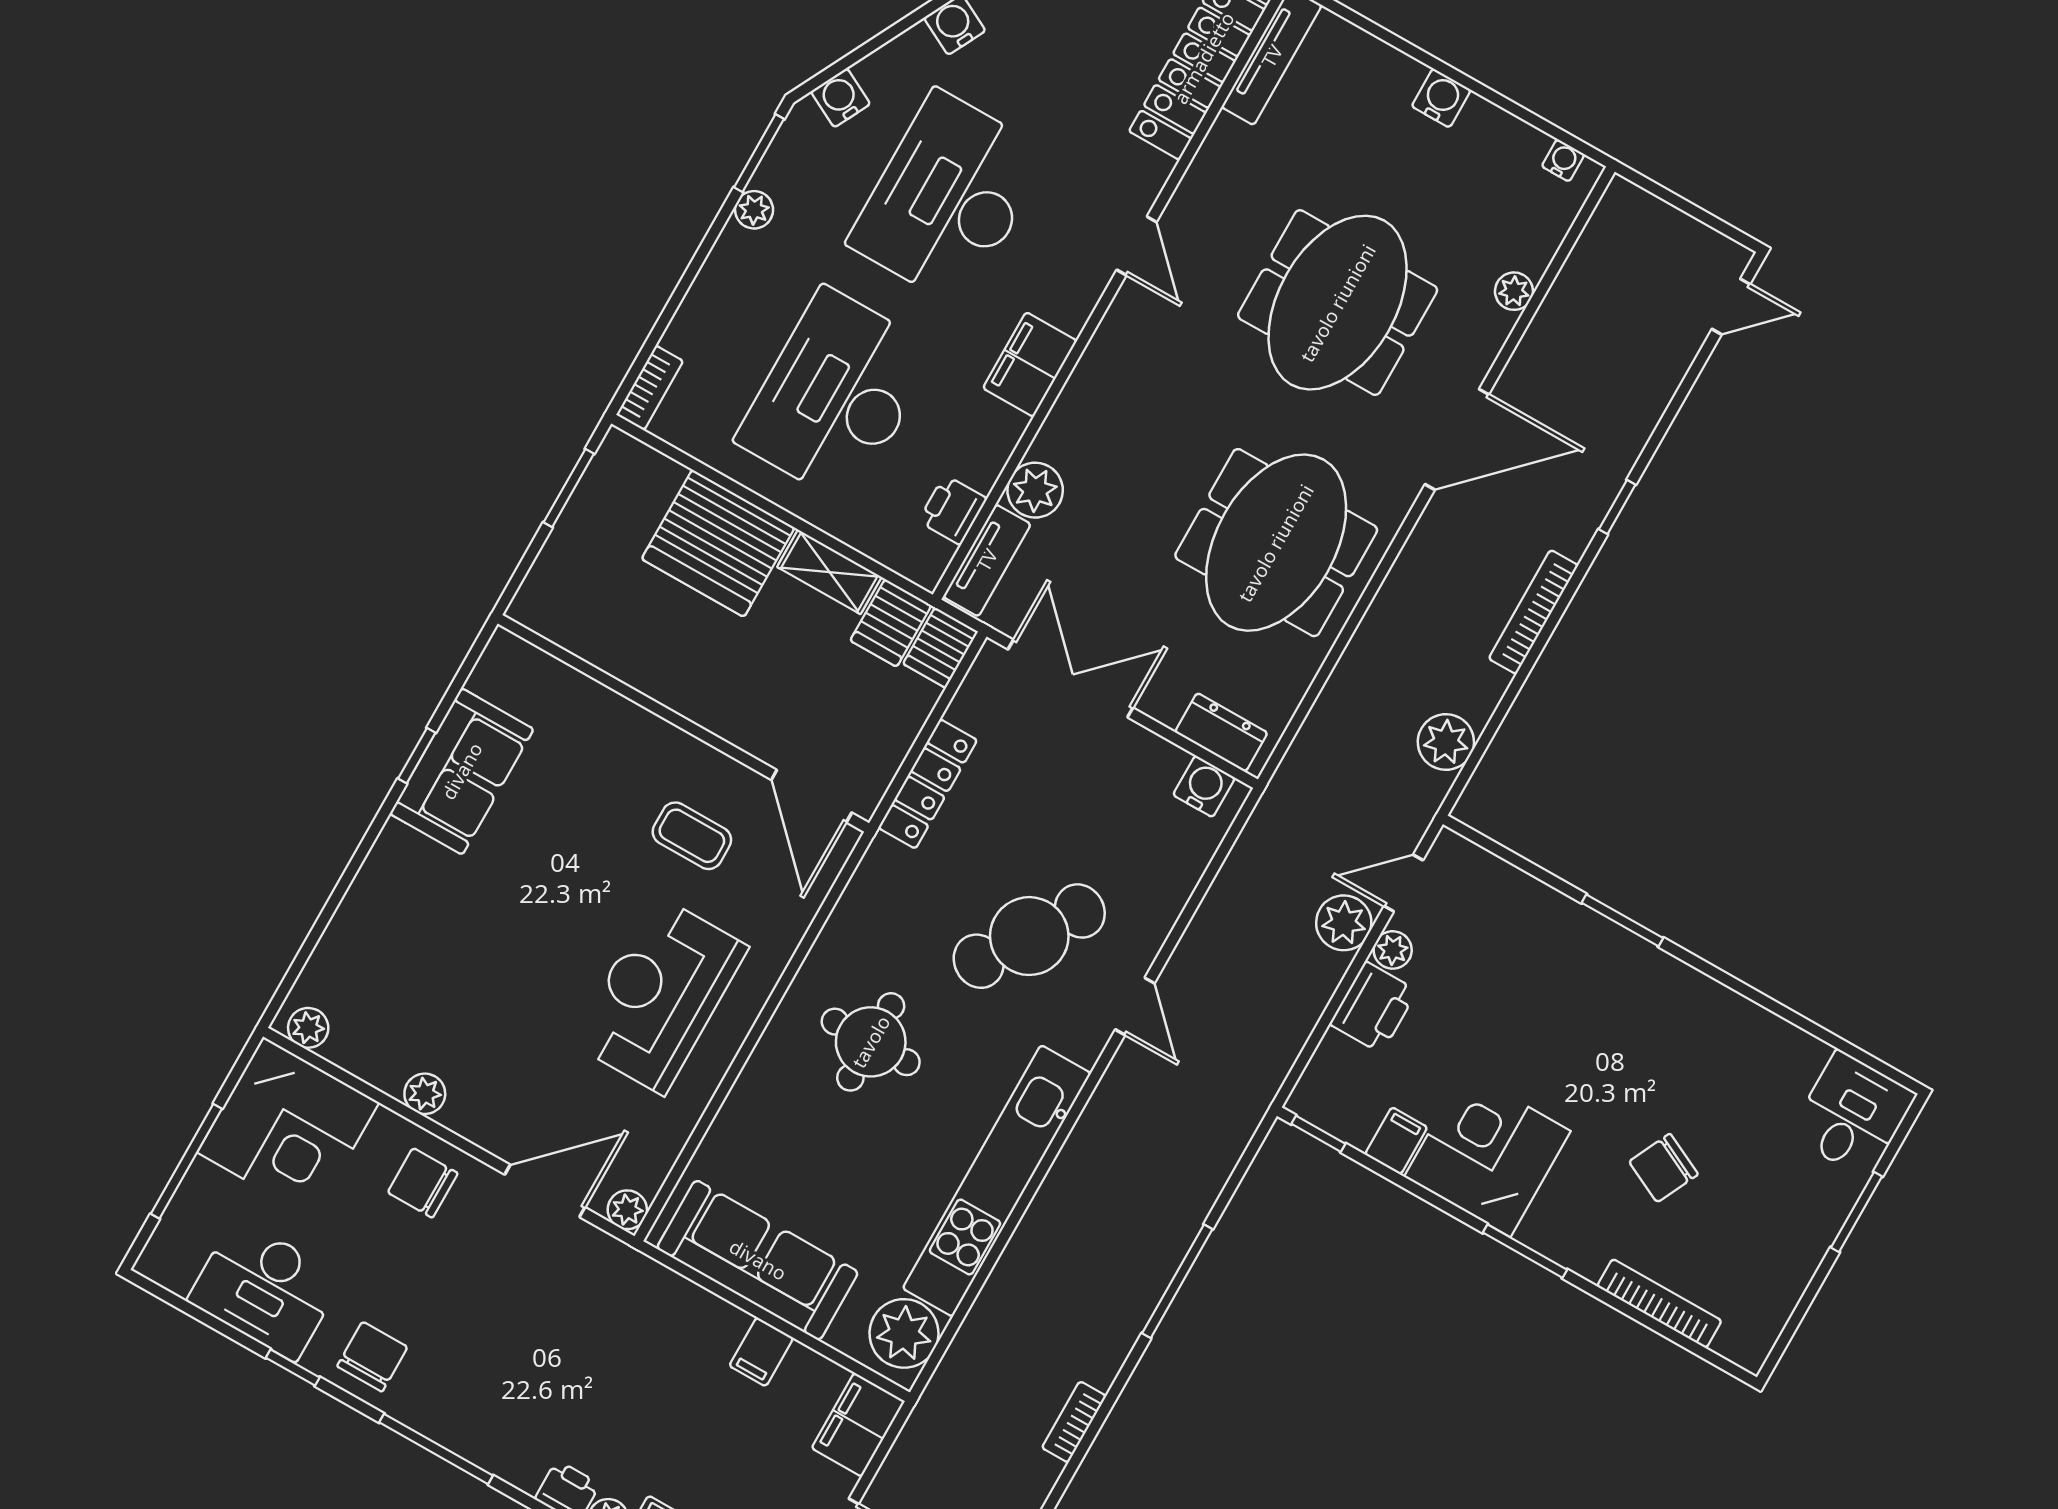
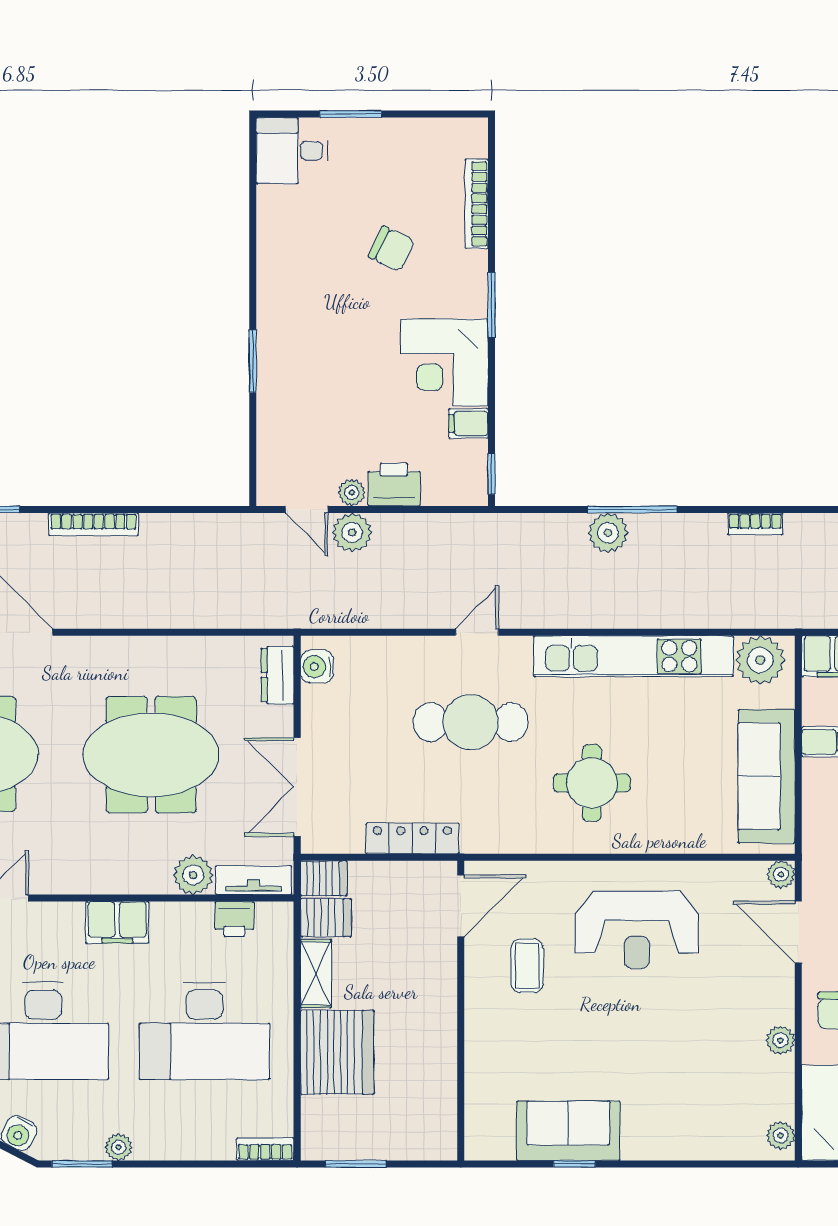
meeting table: (1276, 543) -> (151, 755), moved
plant: (1446, 742) -> (608, 533), moved
cafe table: (1029, 936) -> (471, 722), turned -34

